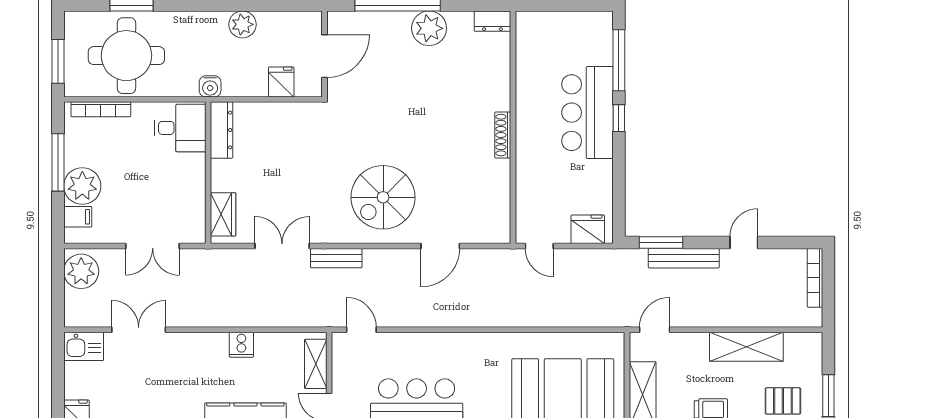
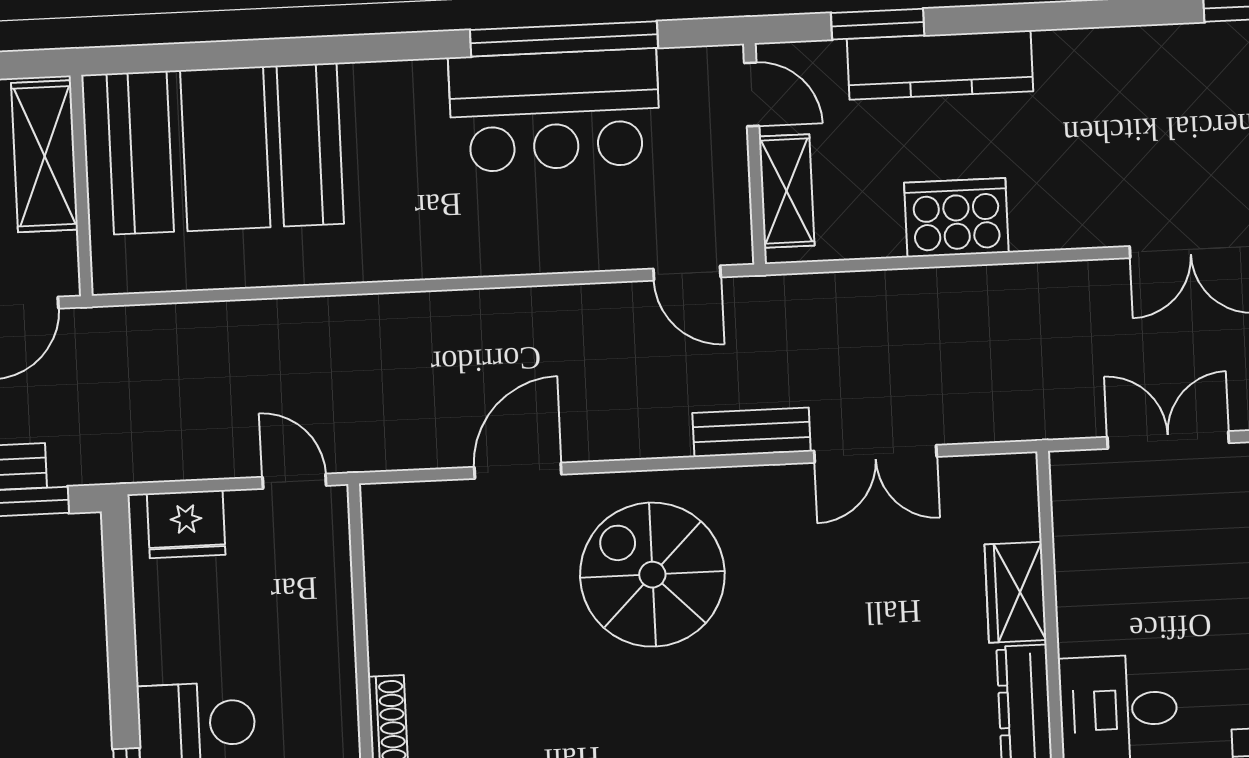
spiral stairs: (383, 197) -> (652, 575), turned -90
wardrobe: (223, 214) -> (1015, 592), moved
cooker: (241, 345) -> (956, 218), width x1.87, depth x1.31

